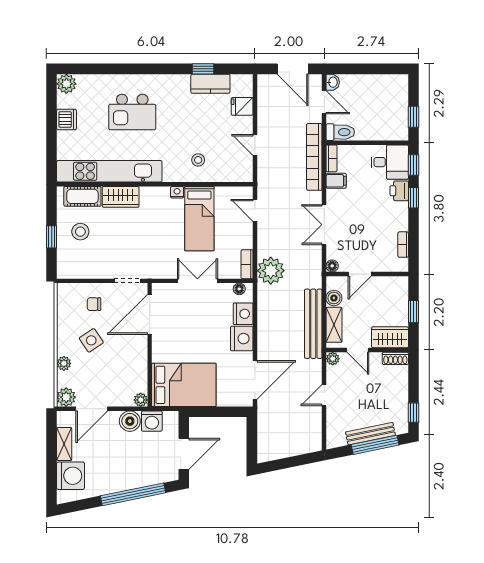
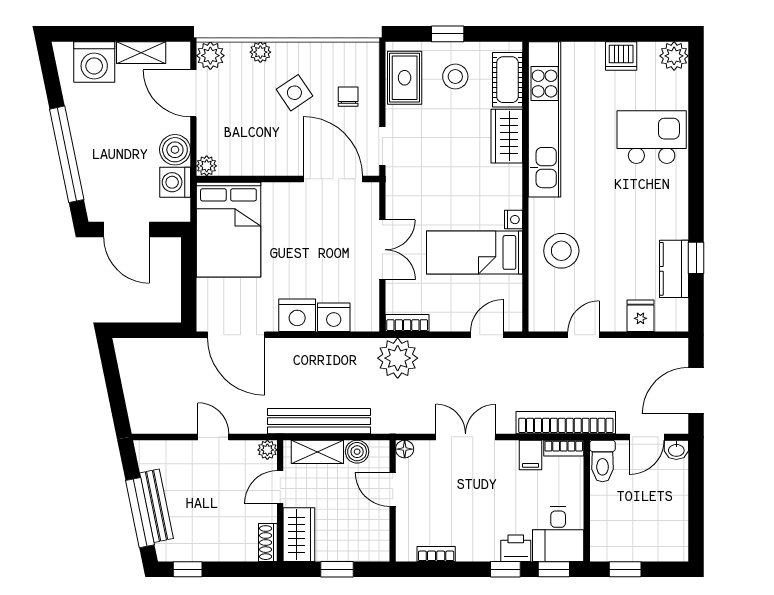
kitchen island: (132, 112) -> (652, 137), moved, turned 90
stool: (198, 160) -> (561, 251), width x1.89, depth x1.89
rug: (81, 266) -> (405, 78), added
floor lamp: (239, 289) -> (371, 311), removed

